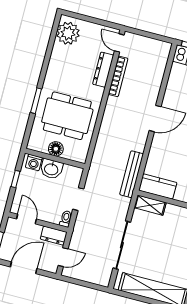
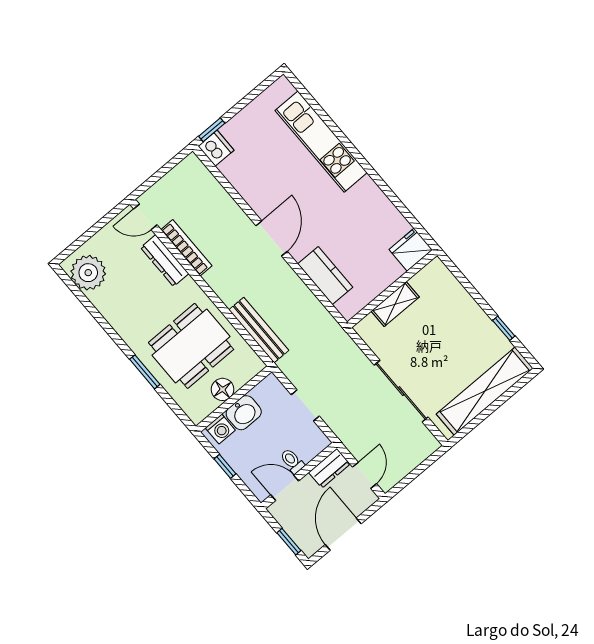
bench: (132, 174) -> (259, 330), moved
kitchen counter: (158, 186) -> (325, 275), moved, turned 90
shelving: (150, 205) -> (395, 304), moved
toilet: (66, 219) -> (292, 461), moved

